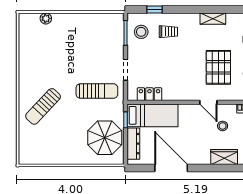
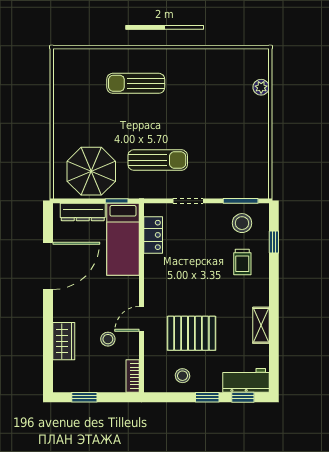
sun lounger: (97, 91) -> (158, 160), turned -90
sun lounger: (43, 106) -> (136, 83), turned -43

